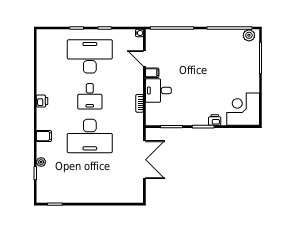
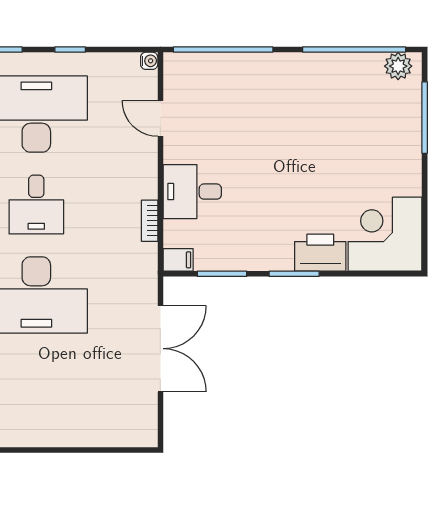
filing cabinet: (152, 73) -> (178, 260), moved
printer: (215, 120) -> (320, 253), width x1.87, depth x1.48

